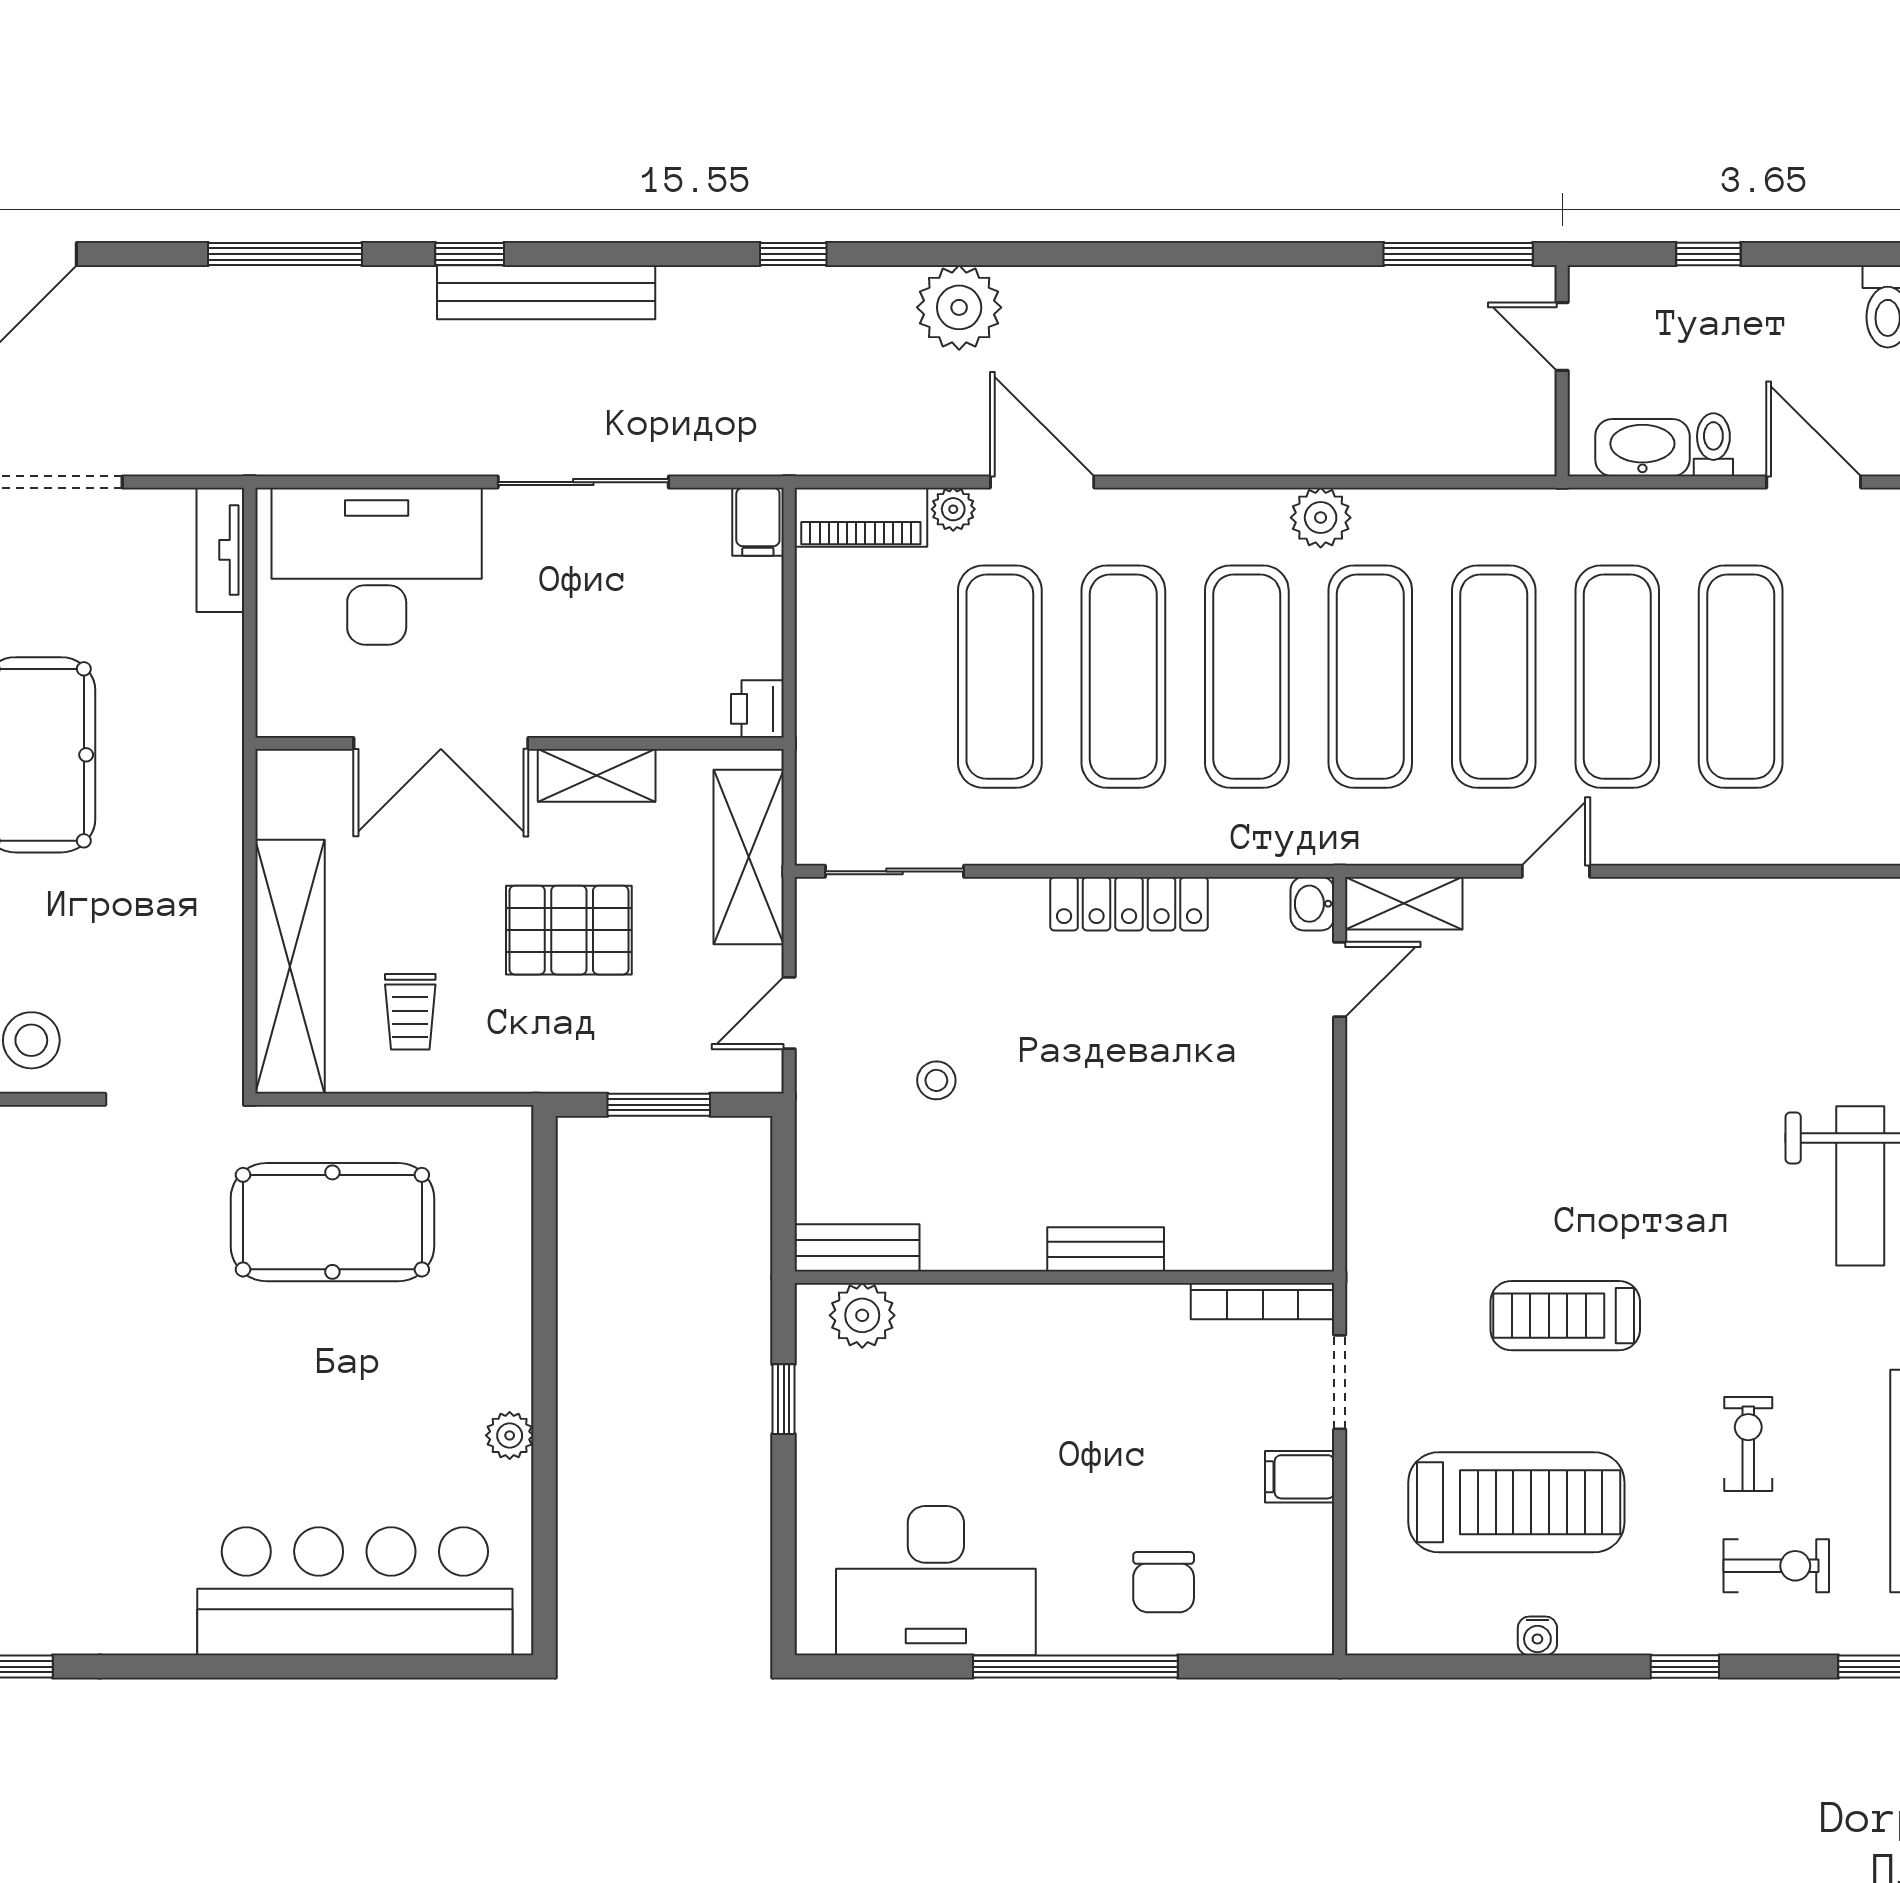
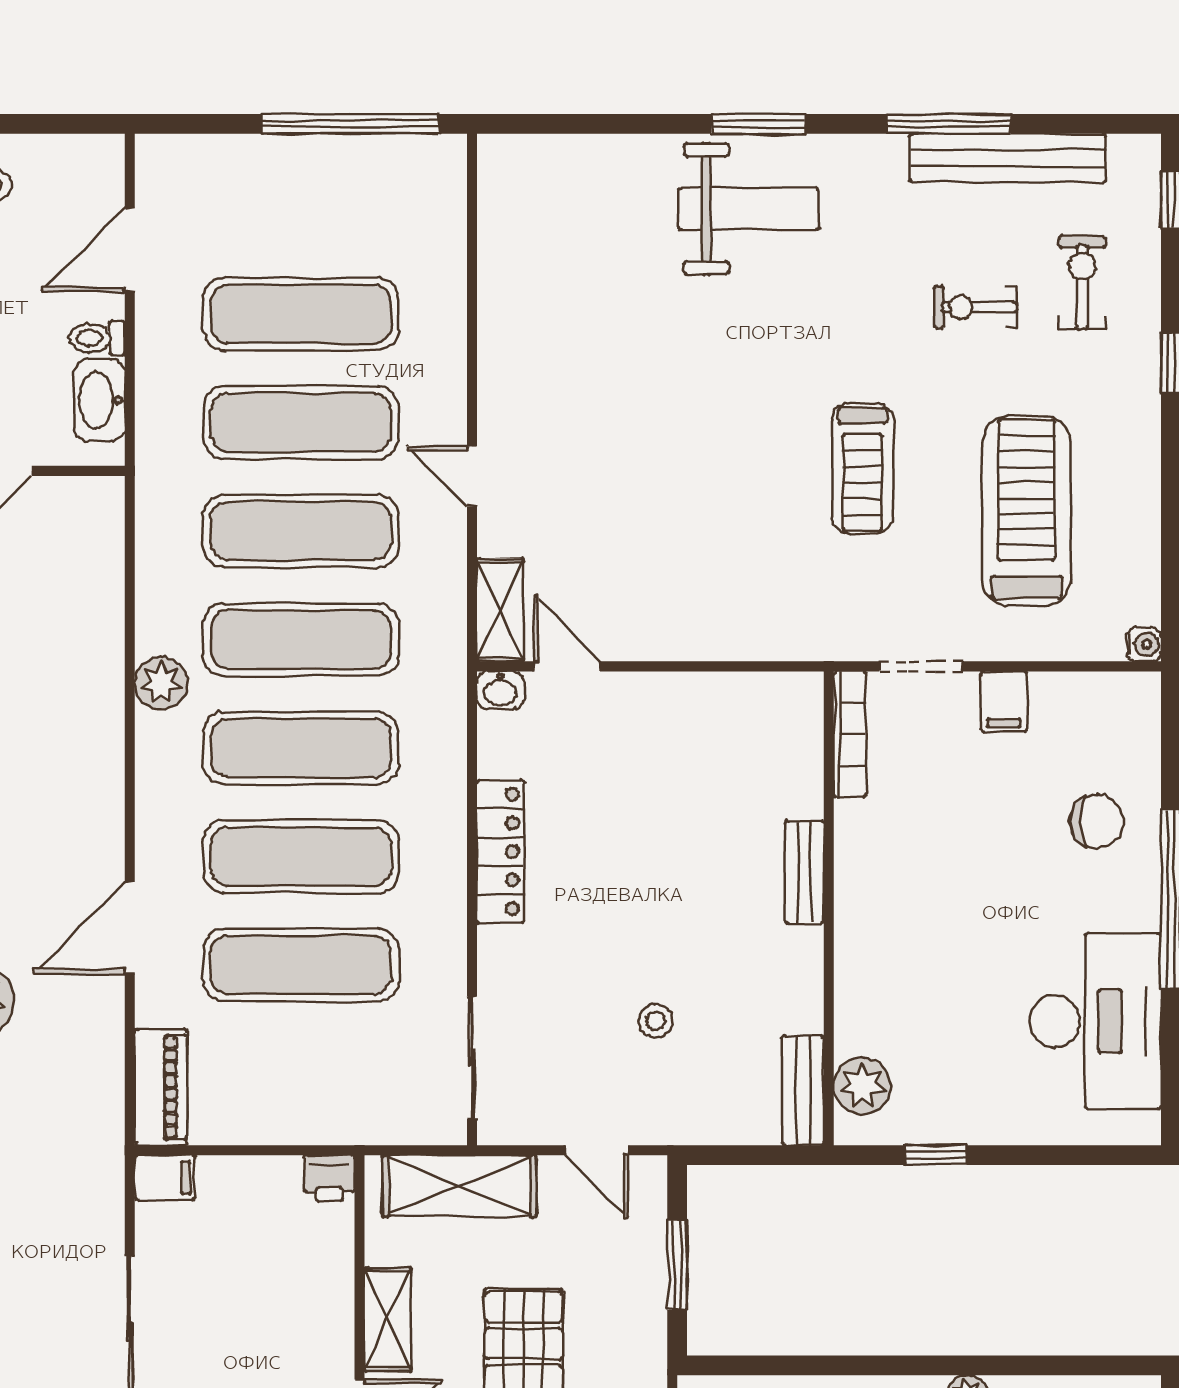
plant: (953, 509) -> (154, 1006), removed
water cooler: (1537, 1636) -> (1144, 644), moved

